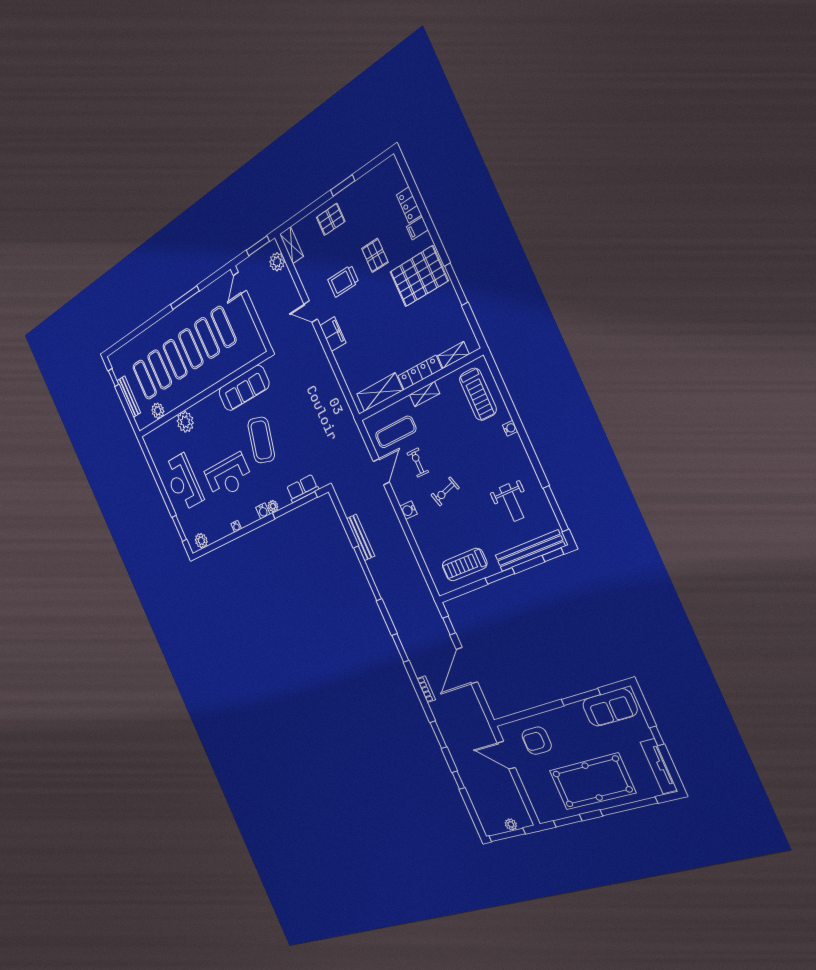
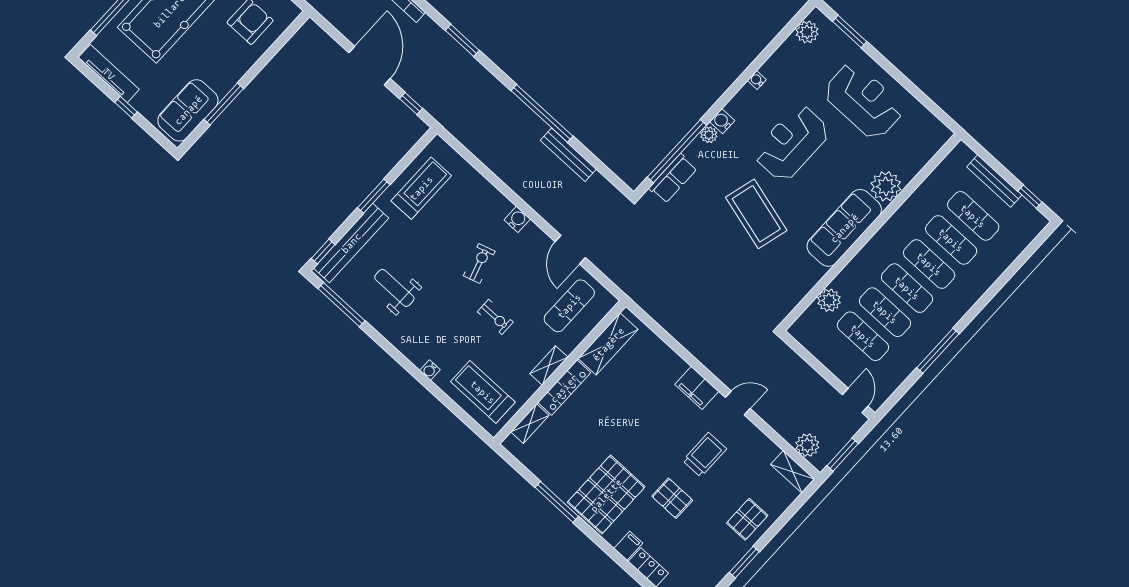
sofa: (244, 388) -> (844, 228), moved
plant: (158, 411) -> (829, 300), moved
exercise bike: (418, 463) -> (495, 317), moved

